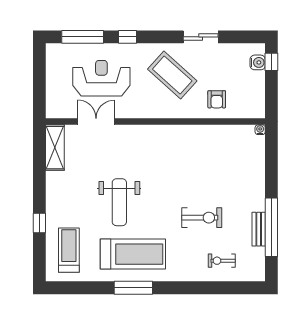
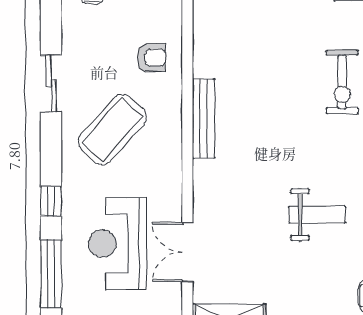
bench: (179, 132) -> (204, 119), added
weight bench: (119, 202) -> (317, 215), width x0.73, depth x0.75
exercise bike: (202, 218) -> (342, 82), turned 180

